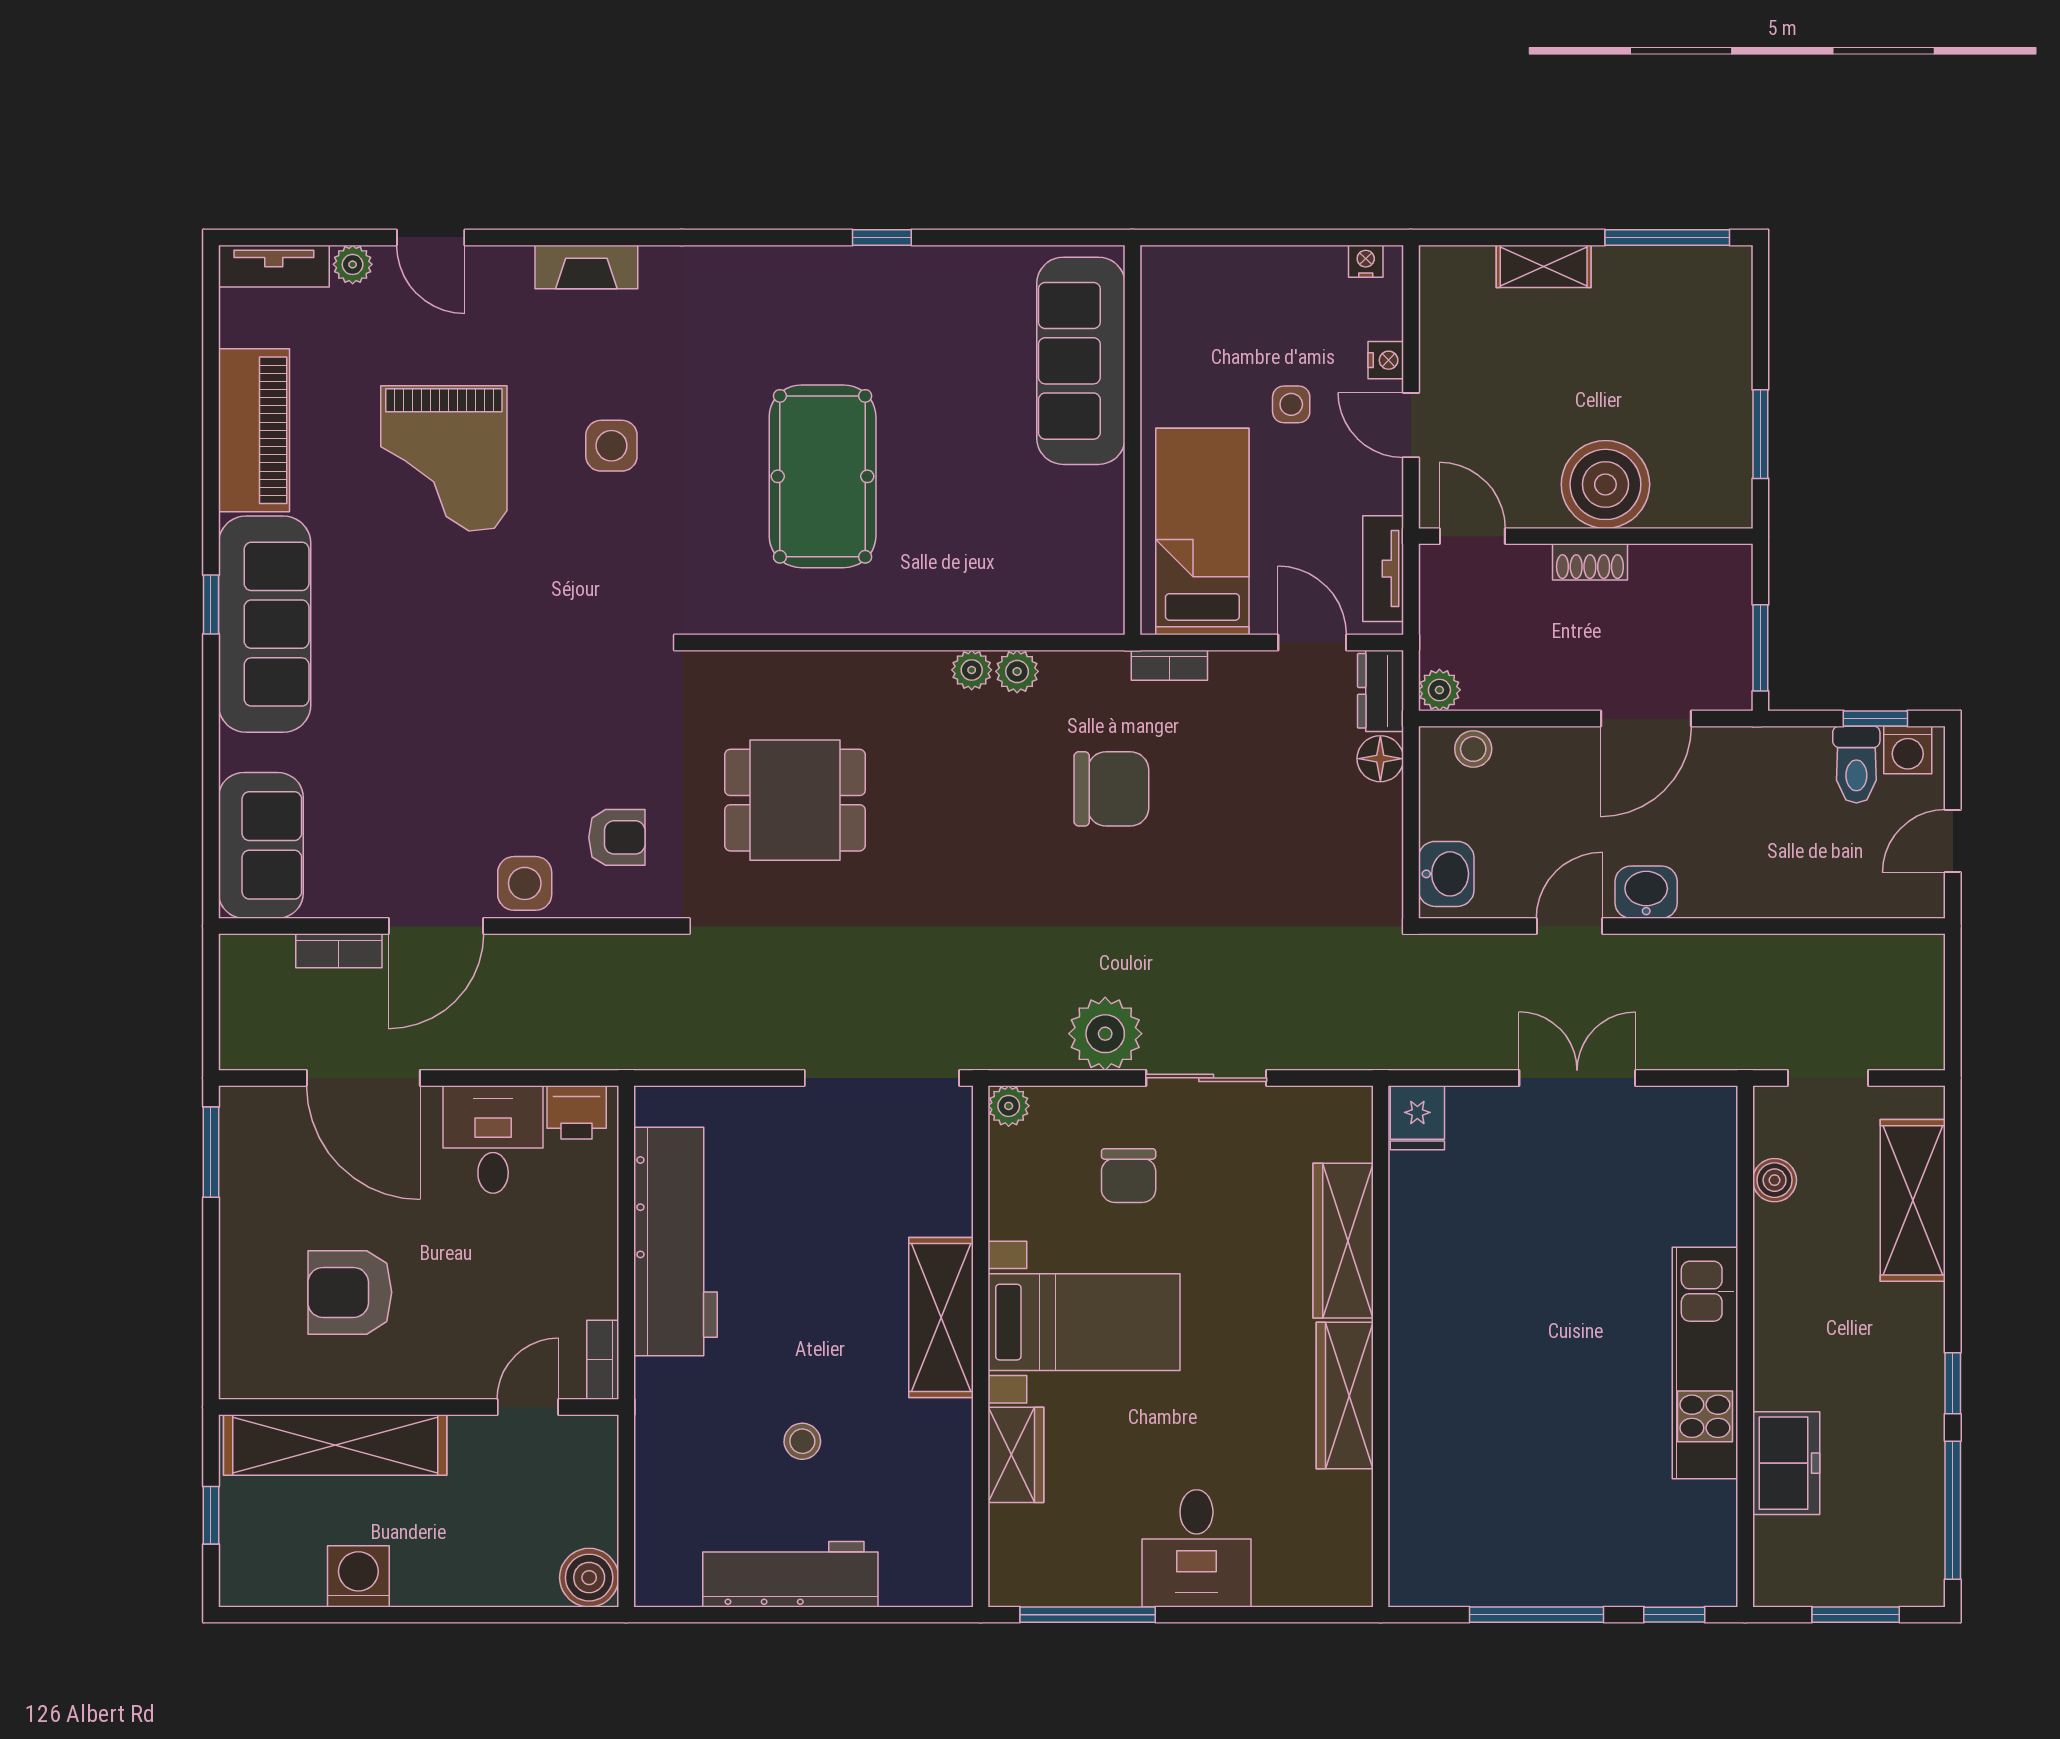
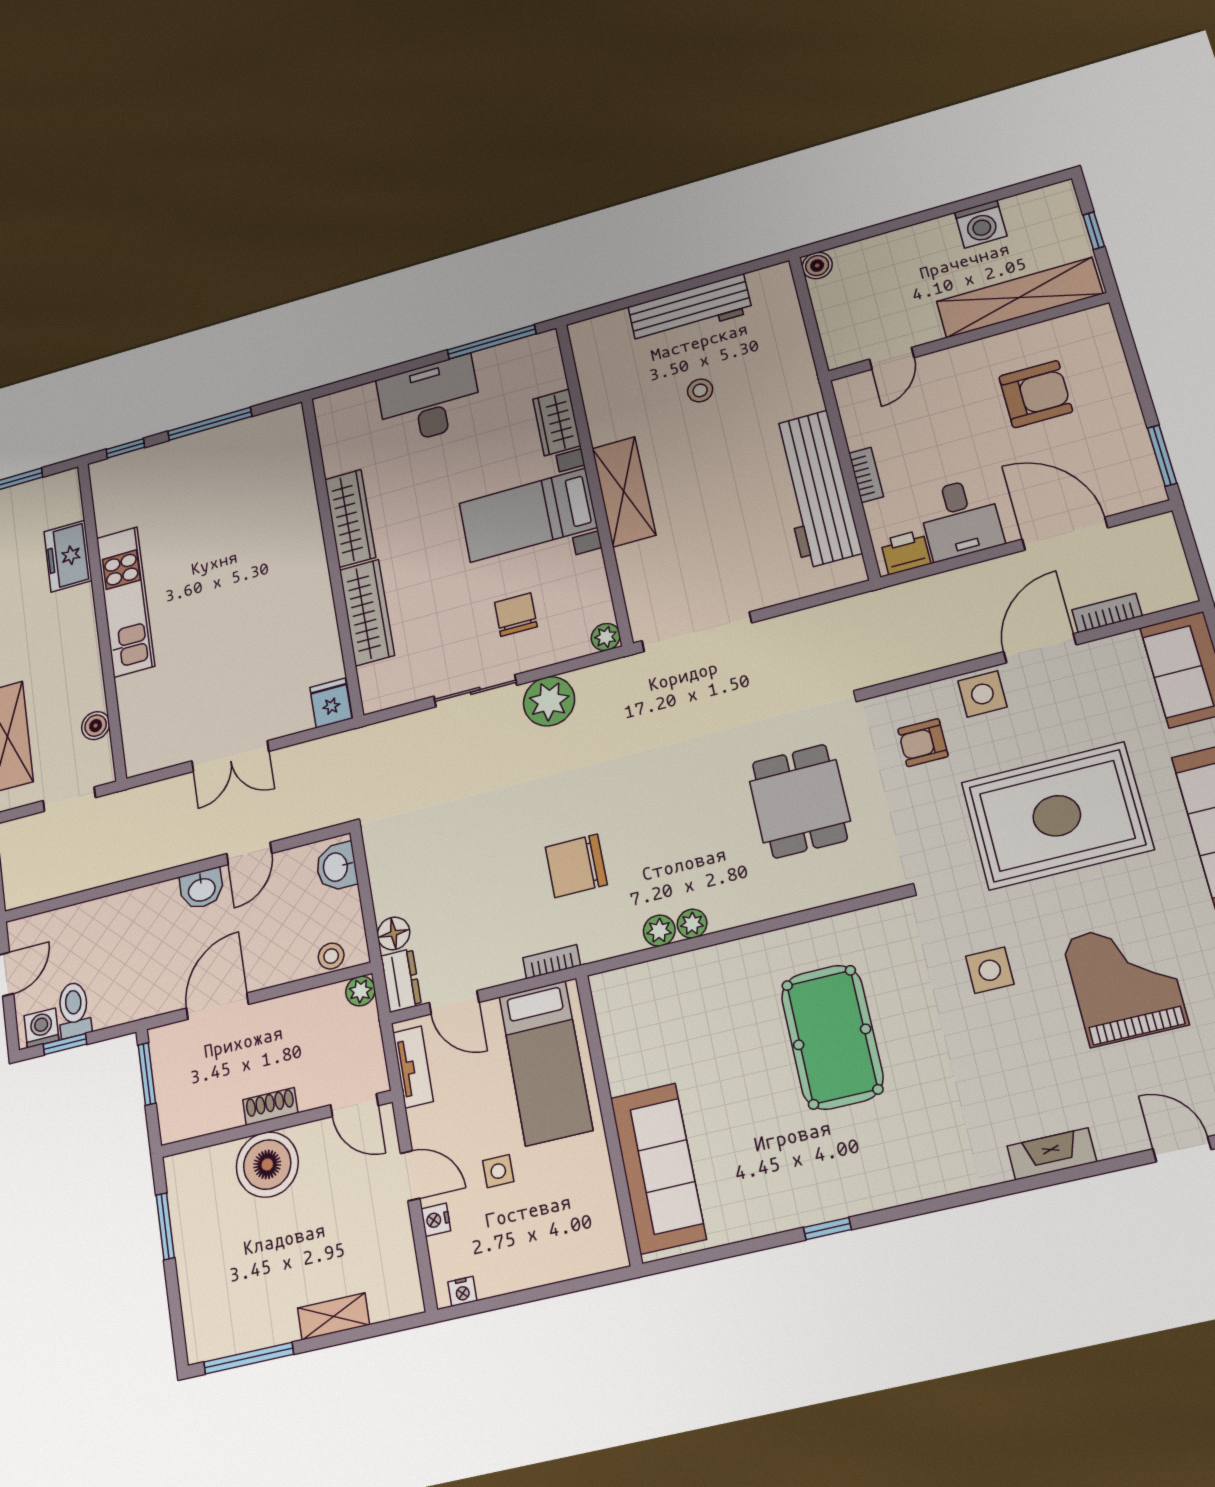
side table: (611, 446) -> (990, 970), moved
rug: (472, 693) -> (1057, 816), added
dining table: (795, 800) -> (800, 801), turned 90
bookcase: (603, 1360) -> (866, 475), moved
desk: (1196, 1548) -> (429, 401), width x1.37
boiler: (589, 1578) -> (817, 266), width x0.73, depth x0.73

